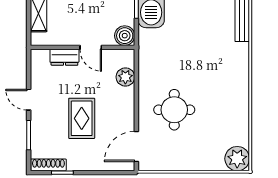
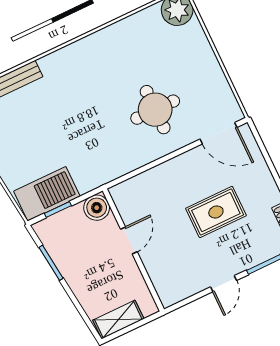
dresser: (64, 57) -> (155, 265), removed
plant: (125, 77) -> (144, 184), removed

